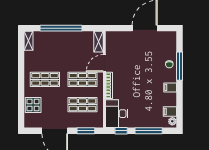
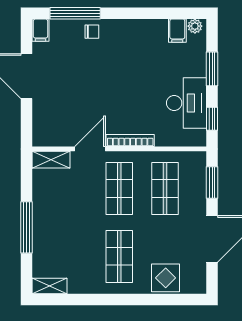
window: (61, 28) -> (26, 227), width x0.68
door: (104, 63) -> (90, 149), swing flipped
window: (179, 66) -> (75, 13), moved
filing cabinet: (170, 87) -> (40, 30), moved
desk: (117, 114) -> (186, 103), moved, turned -90
window: (149, 131) -> (212, 69), width x0.69

